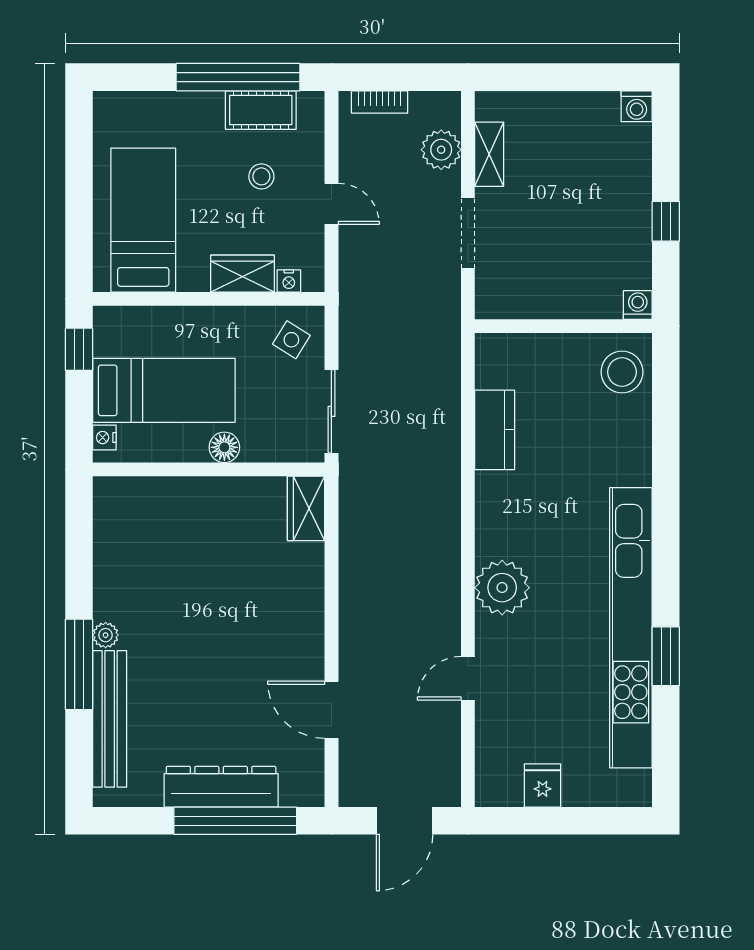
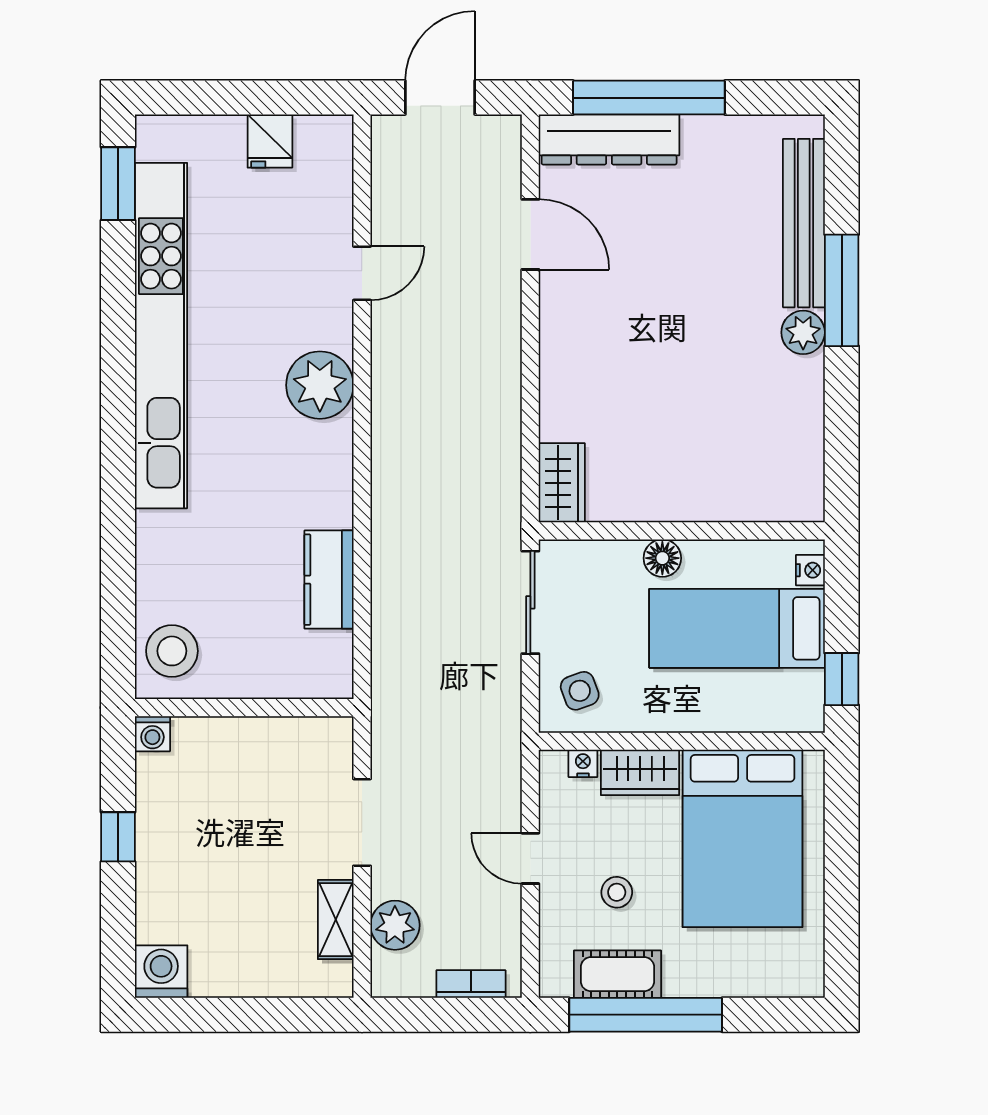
washing machine: (637, 106) -> (161, 972), width x1.38, depth x1.38
bed: (143, 220) -> (743, 838), width x1.50
side table: (291, 340) -> (580, 691), turned 38
plant: (106, 635) -> (803, 332), width x1.38, depth x1.38
window: (666, 656) -> (118, 184), moved
dresser: (221, 787) -> (609, 139), moved

